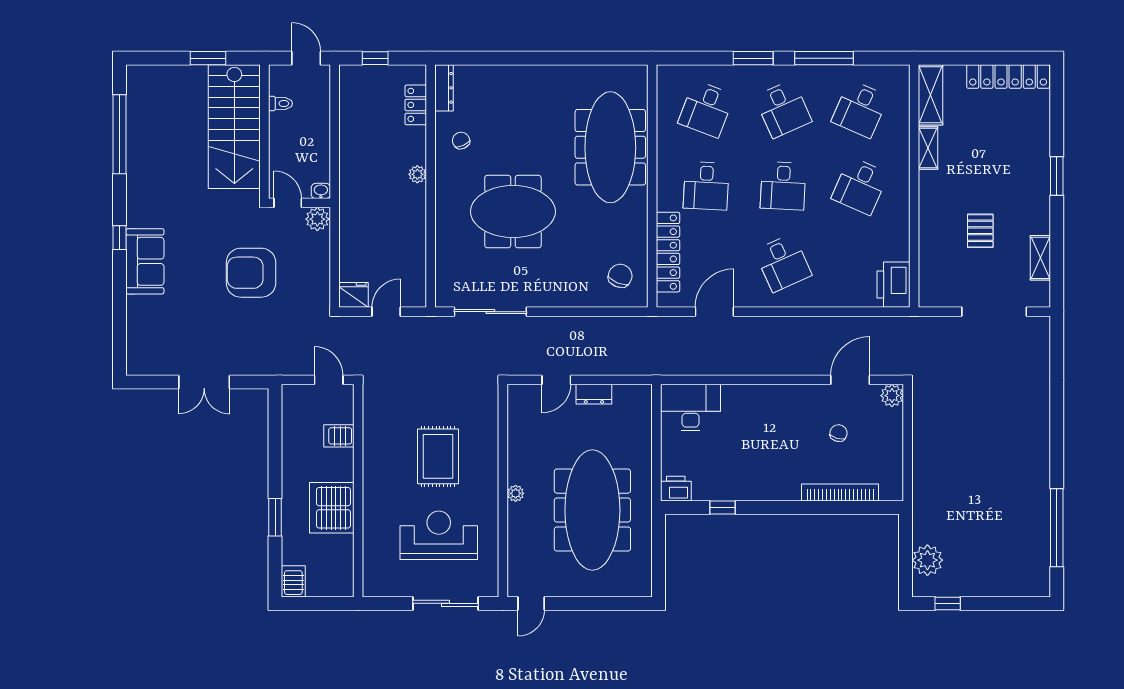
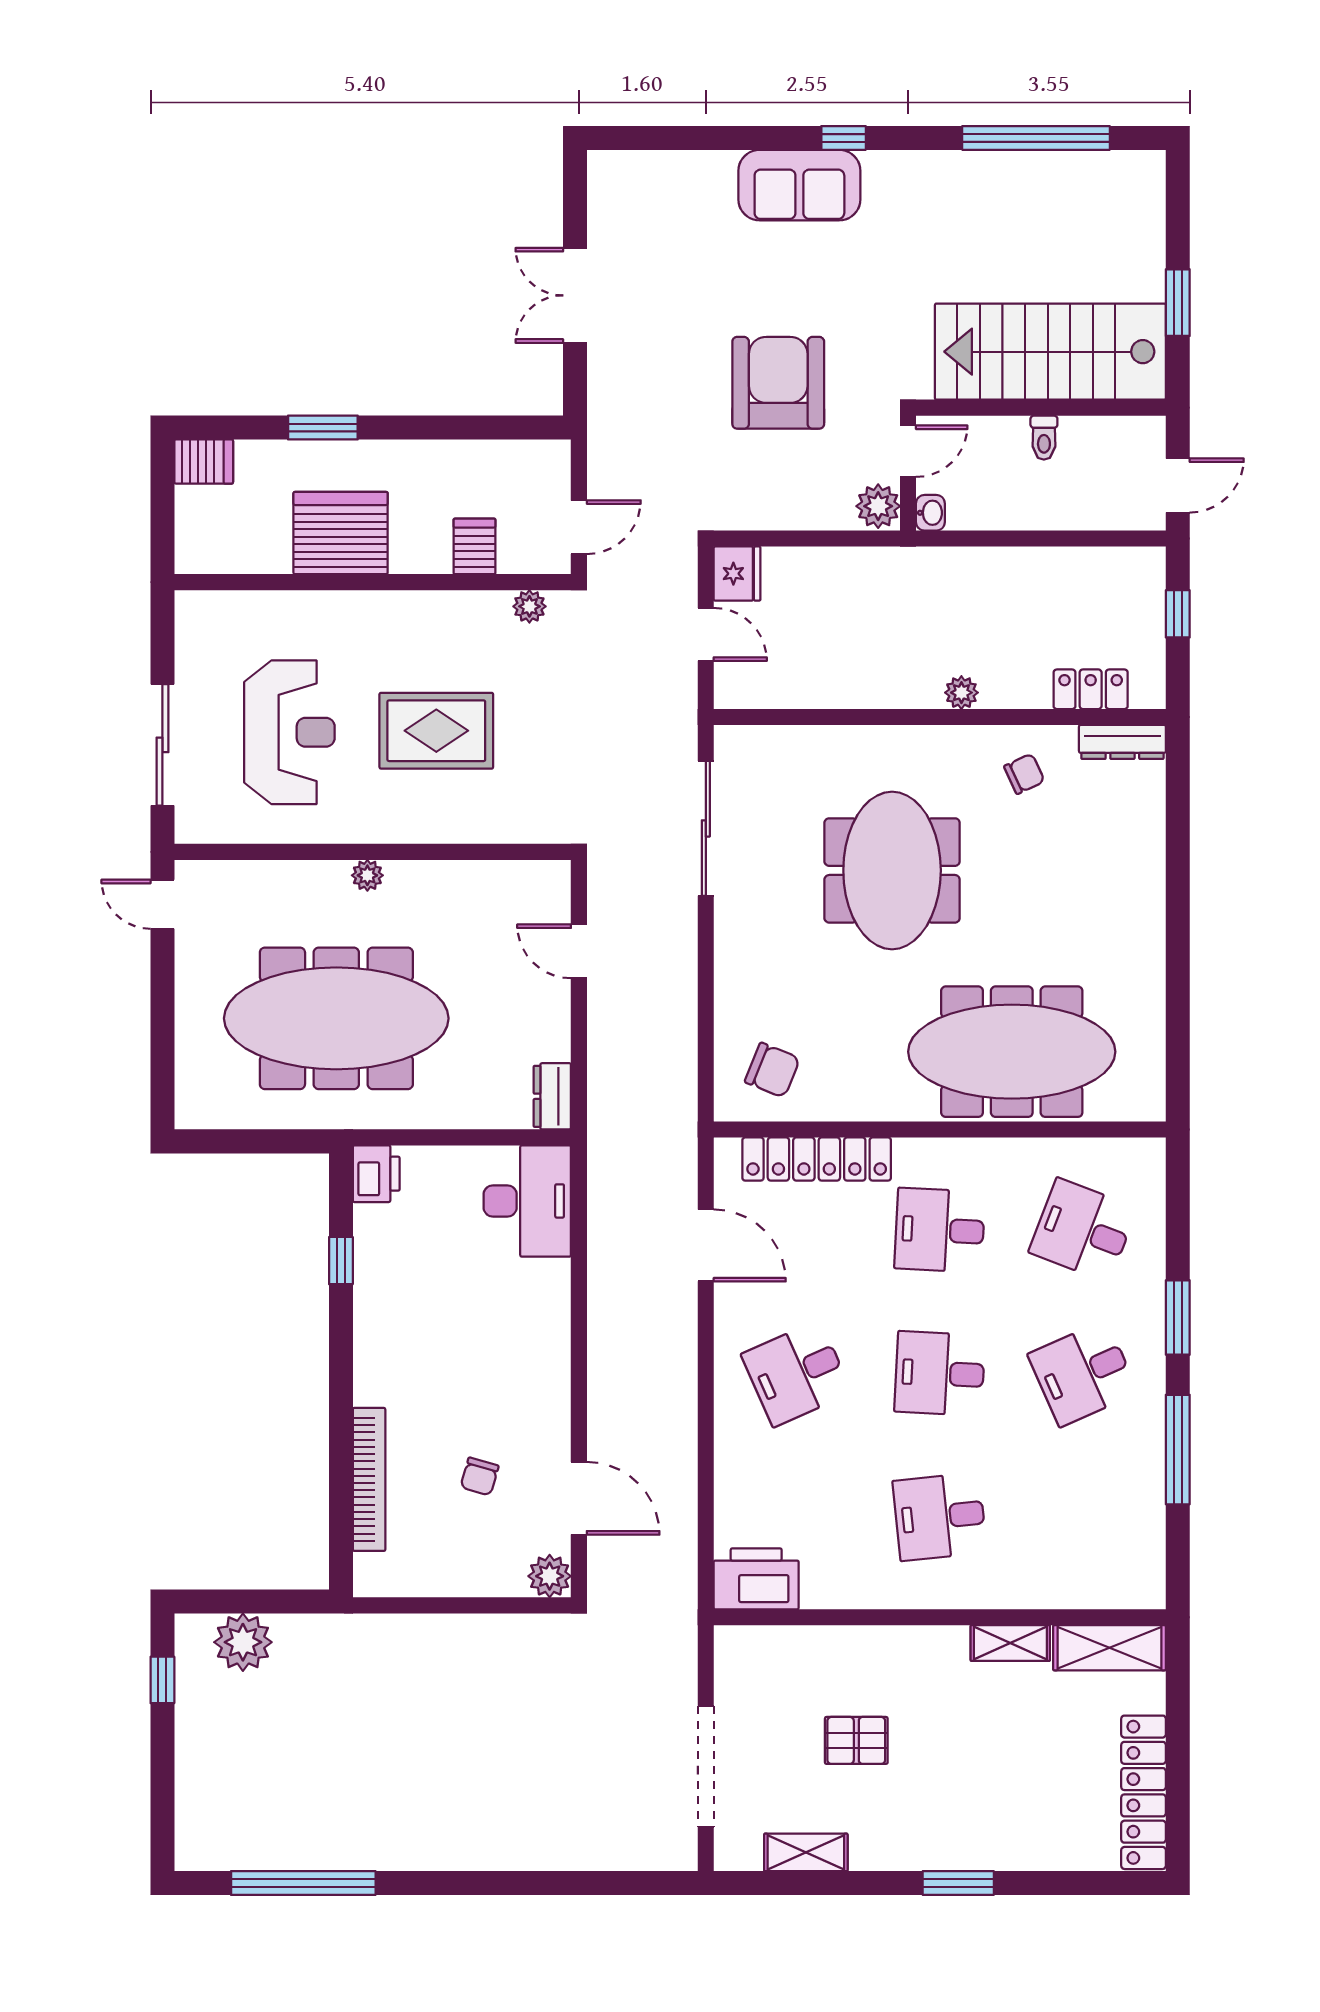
toilet: (281, 103) -> (1044, 438), moved
desk: (860, 109) -> (1083, 1517), removed
desk: (860, 186) -> (940, 1517), turned -30
dresser: (594, 394) -> (552, 1096), moved
plant: (371, 406) -> (529, 606), added
chair: (838, 433) -> (480, 1476), turned 90

